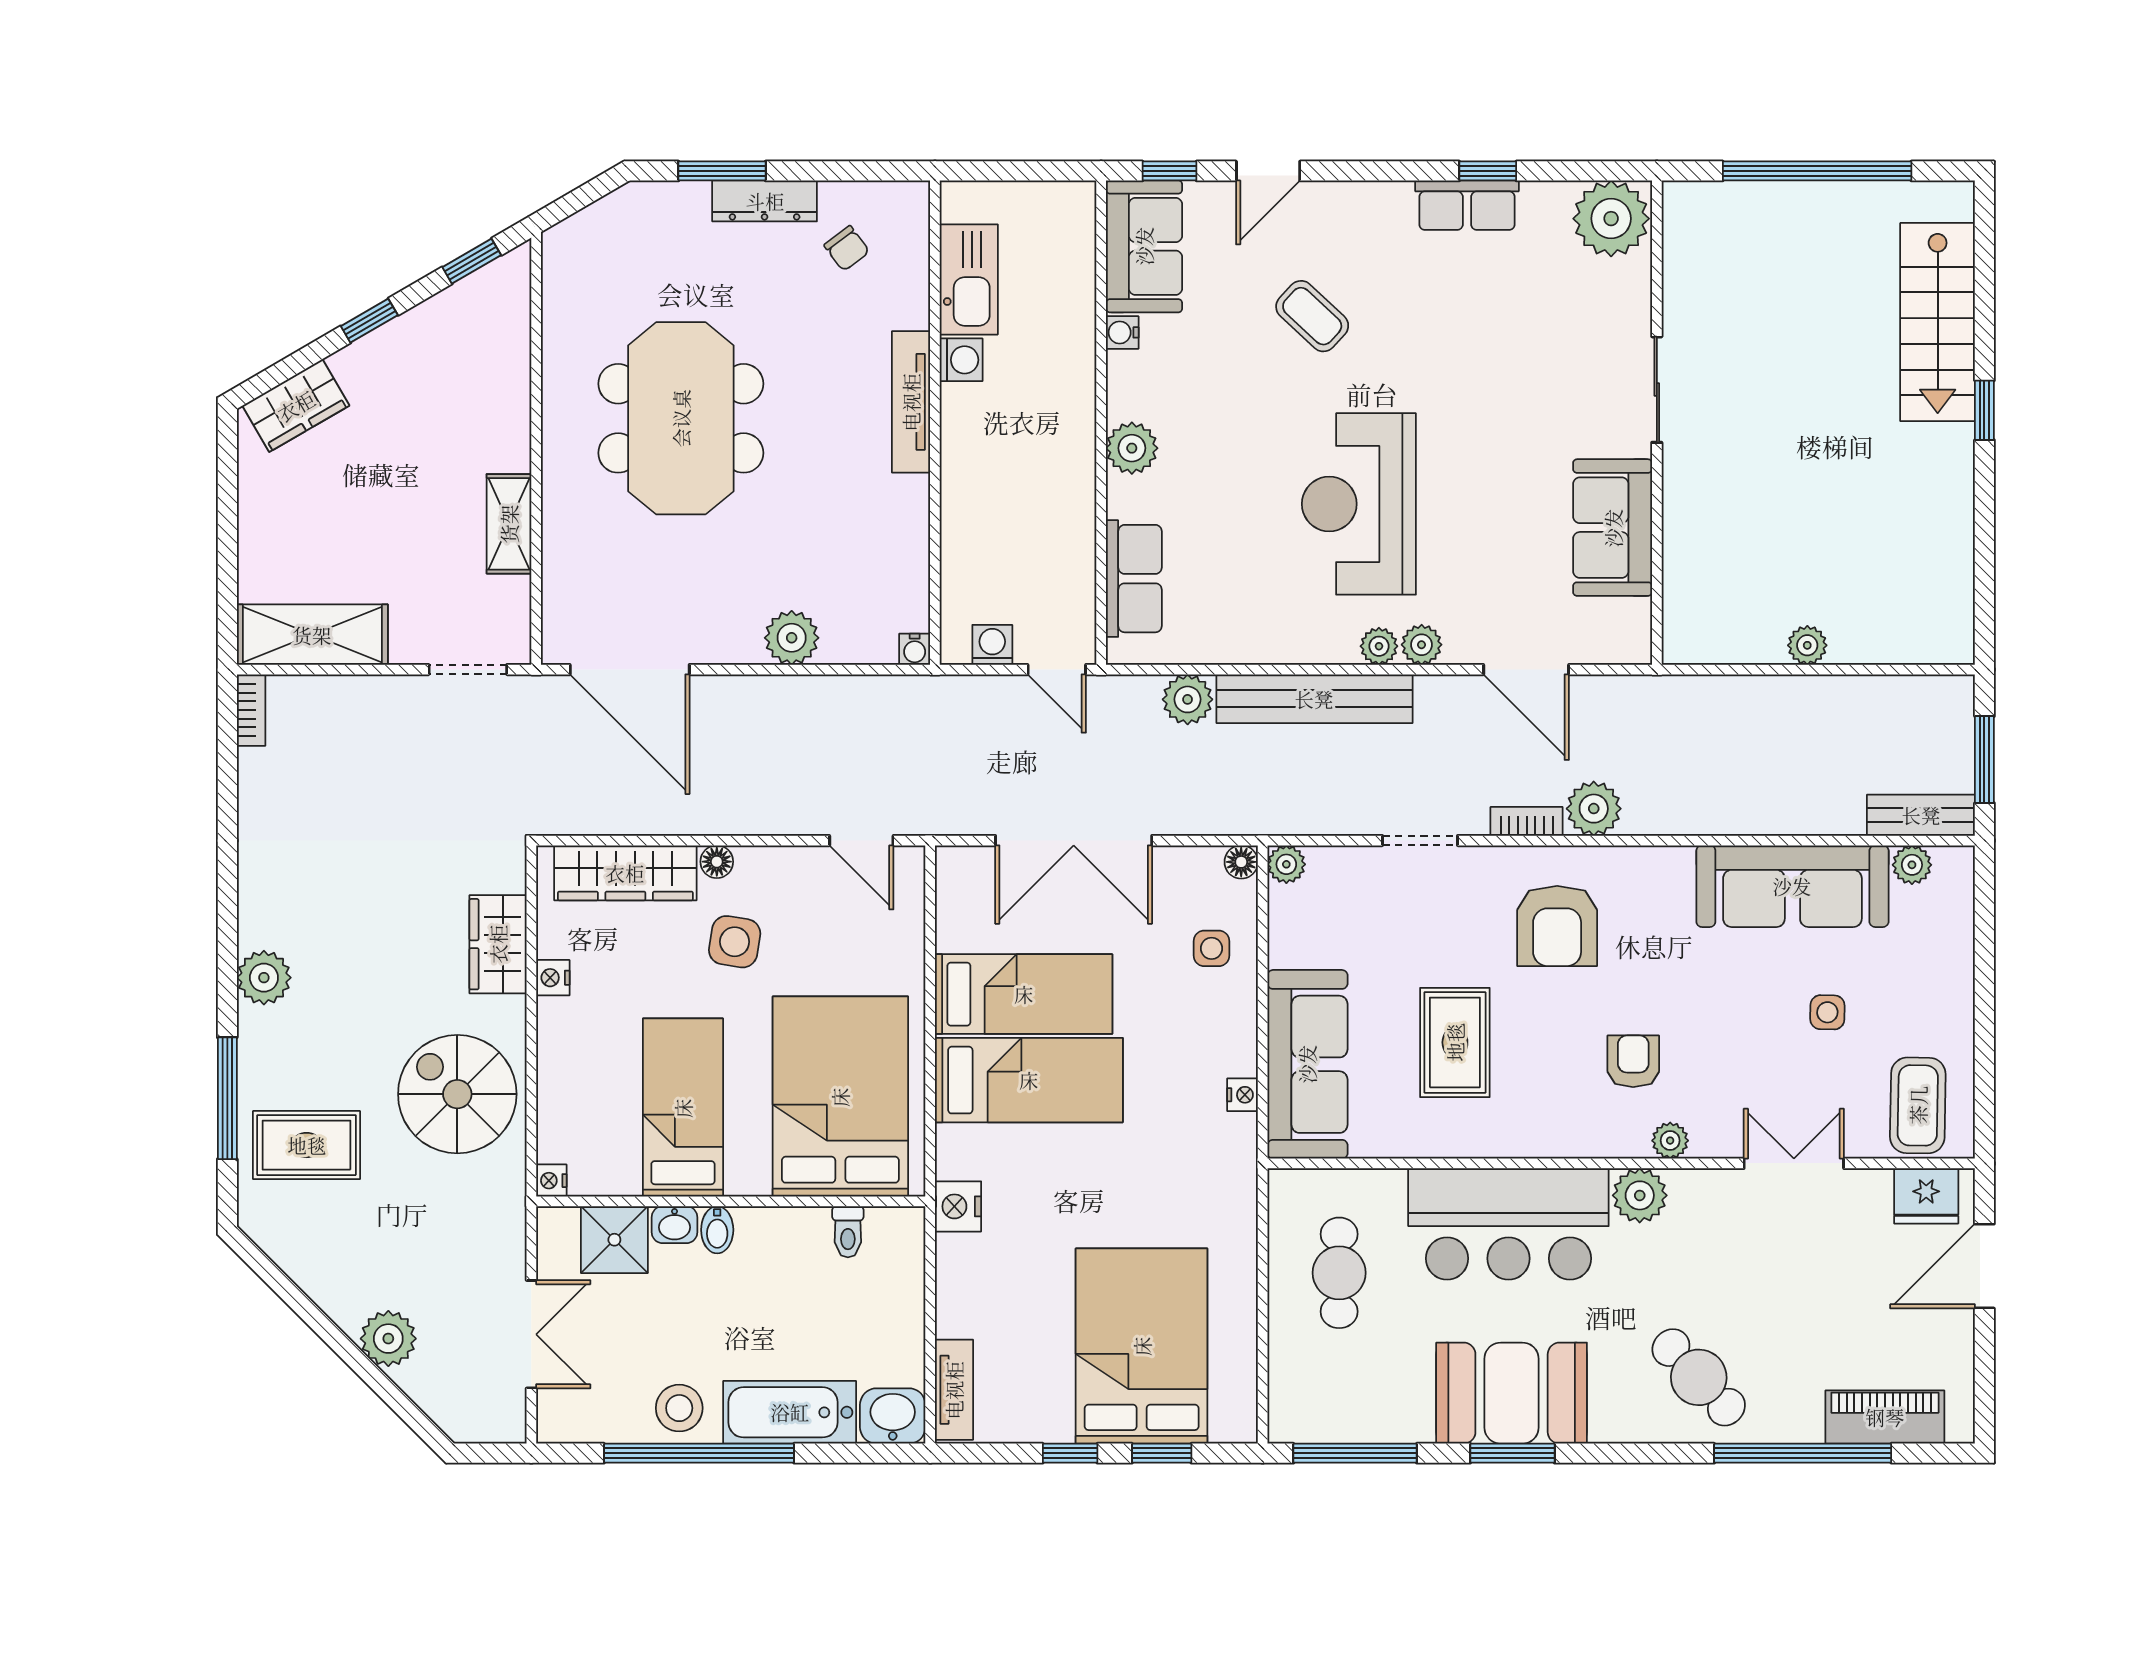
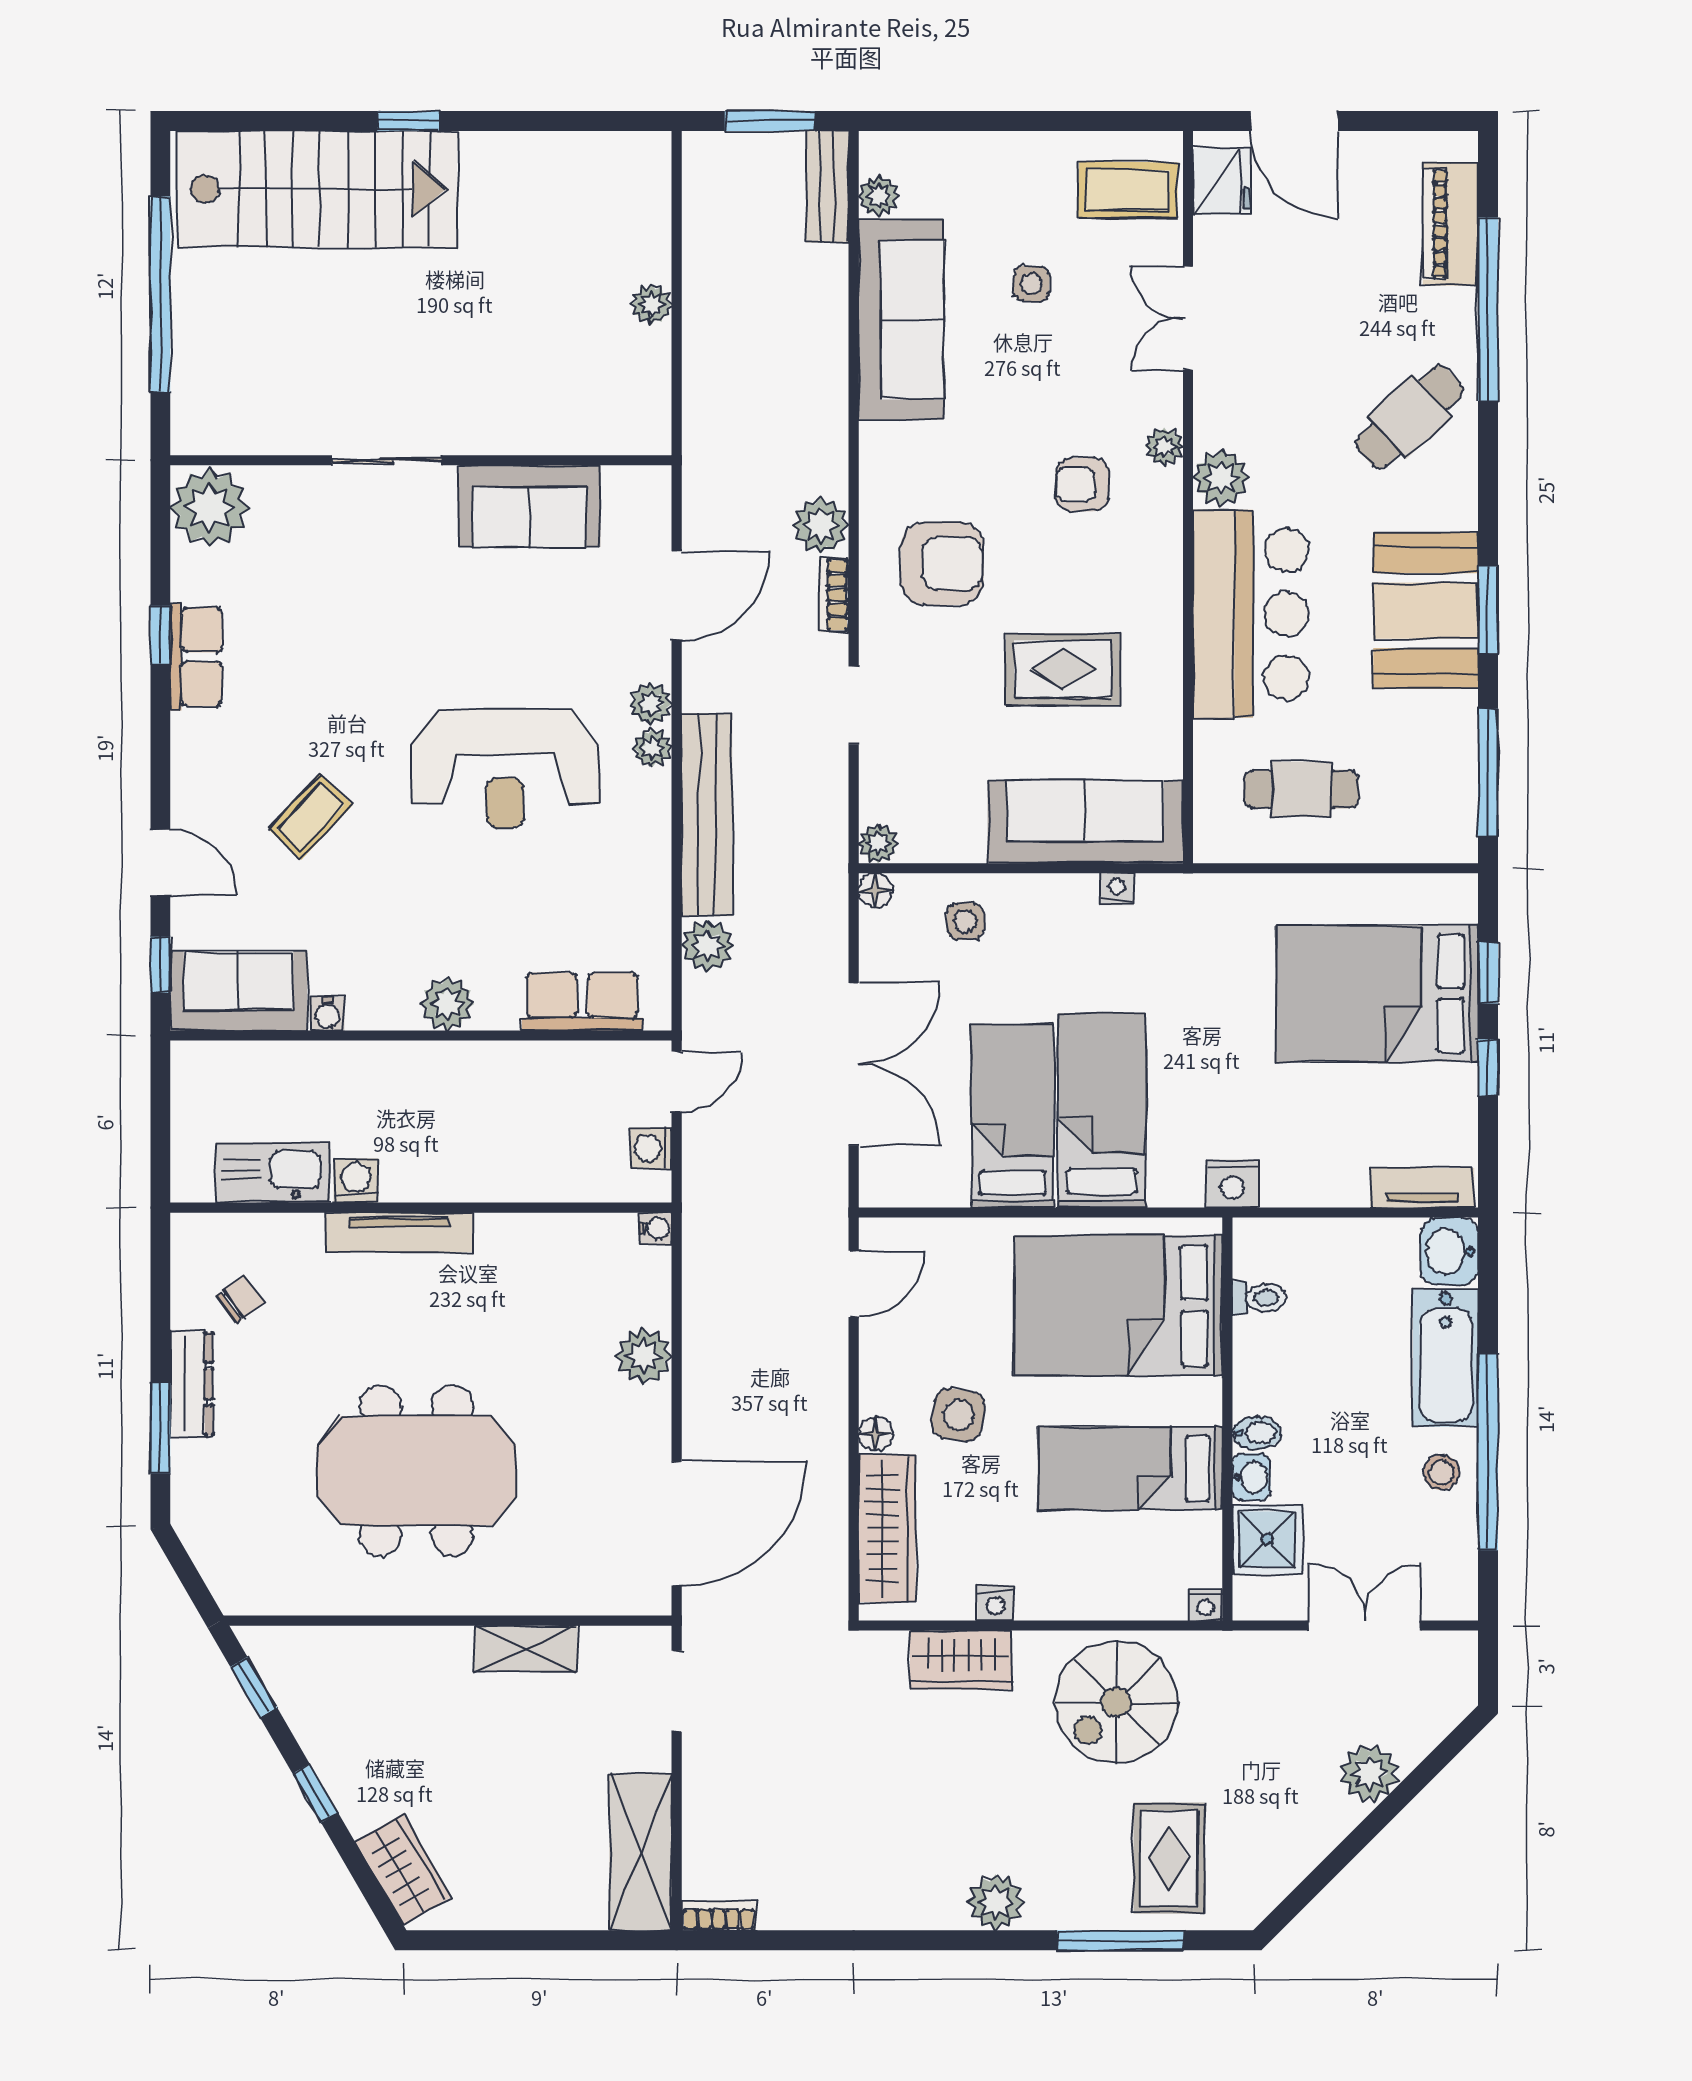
stairs: (1938, 322) -> (317, 189), width x1.36, depth x1.51
stool: (679, 1408) -> (1441, 1472), width x0.73, depth x0.73

